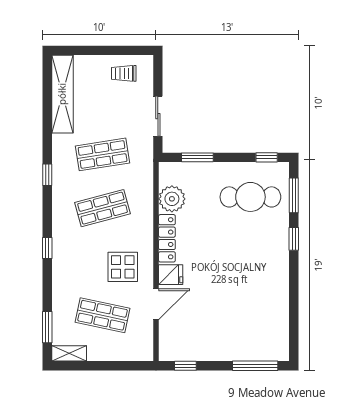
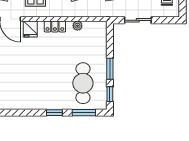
window: (197, 157) -> (110, 69), moved
plant: (172, 199) -> (77, 26), width x0.53, depth x0.53
locker: (167, 238) -> (55, 26), width x0.66

